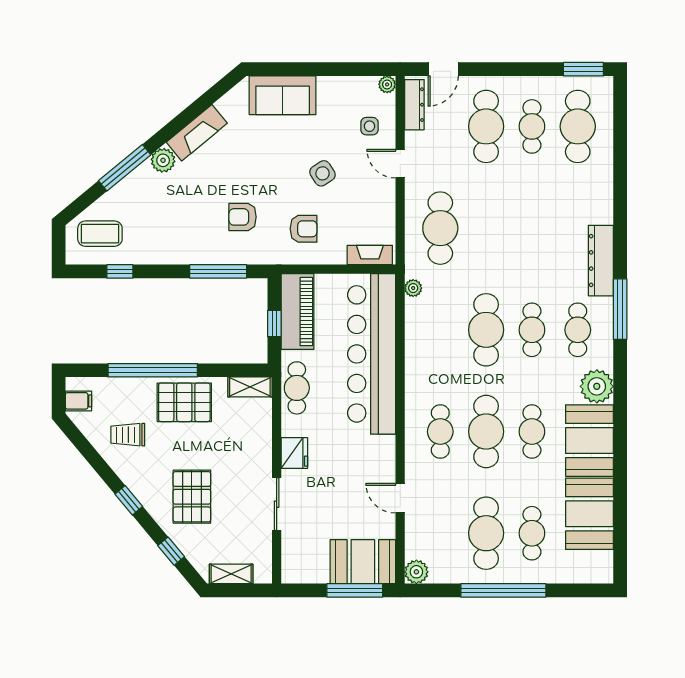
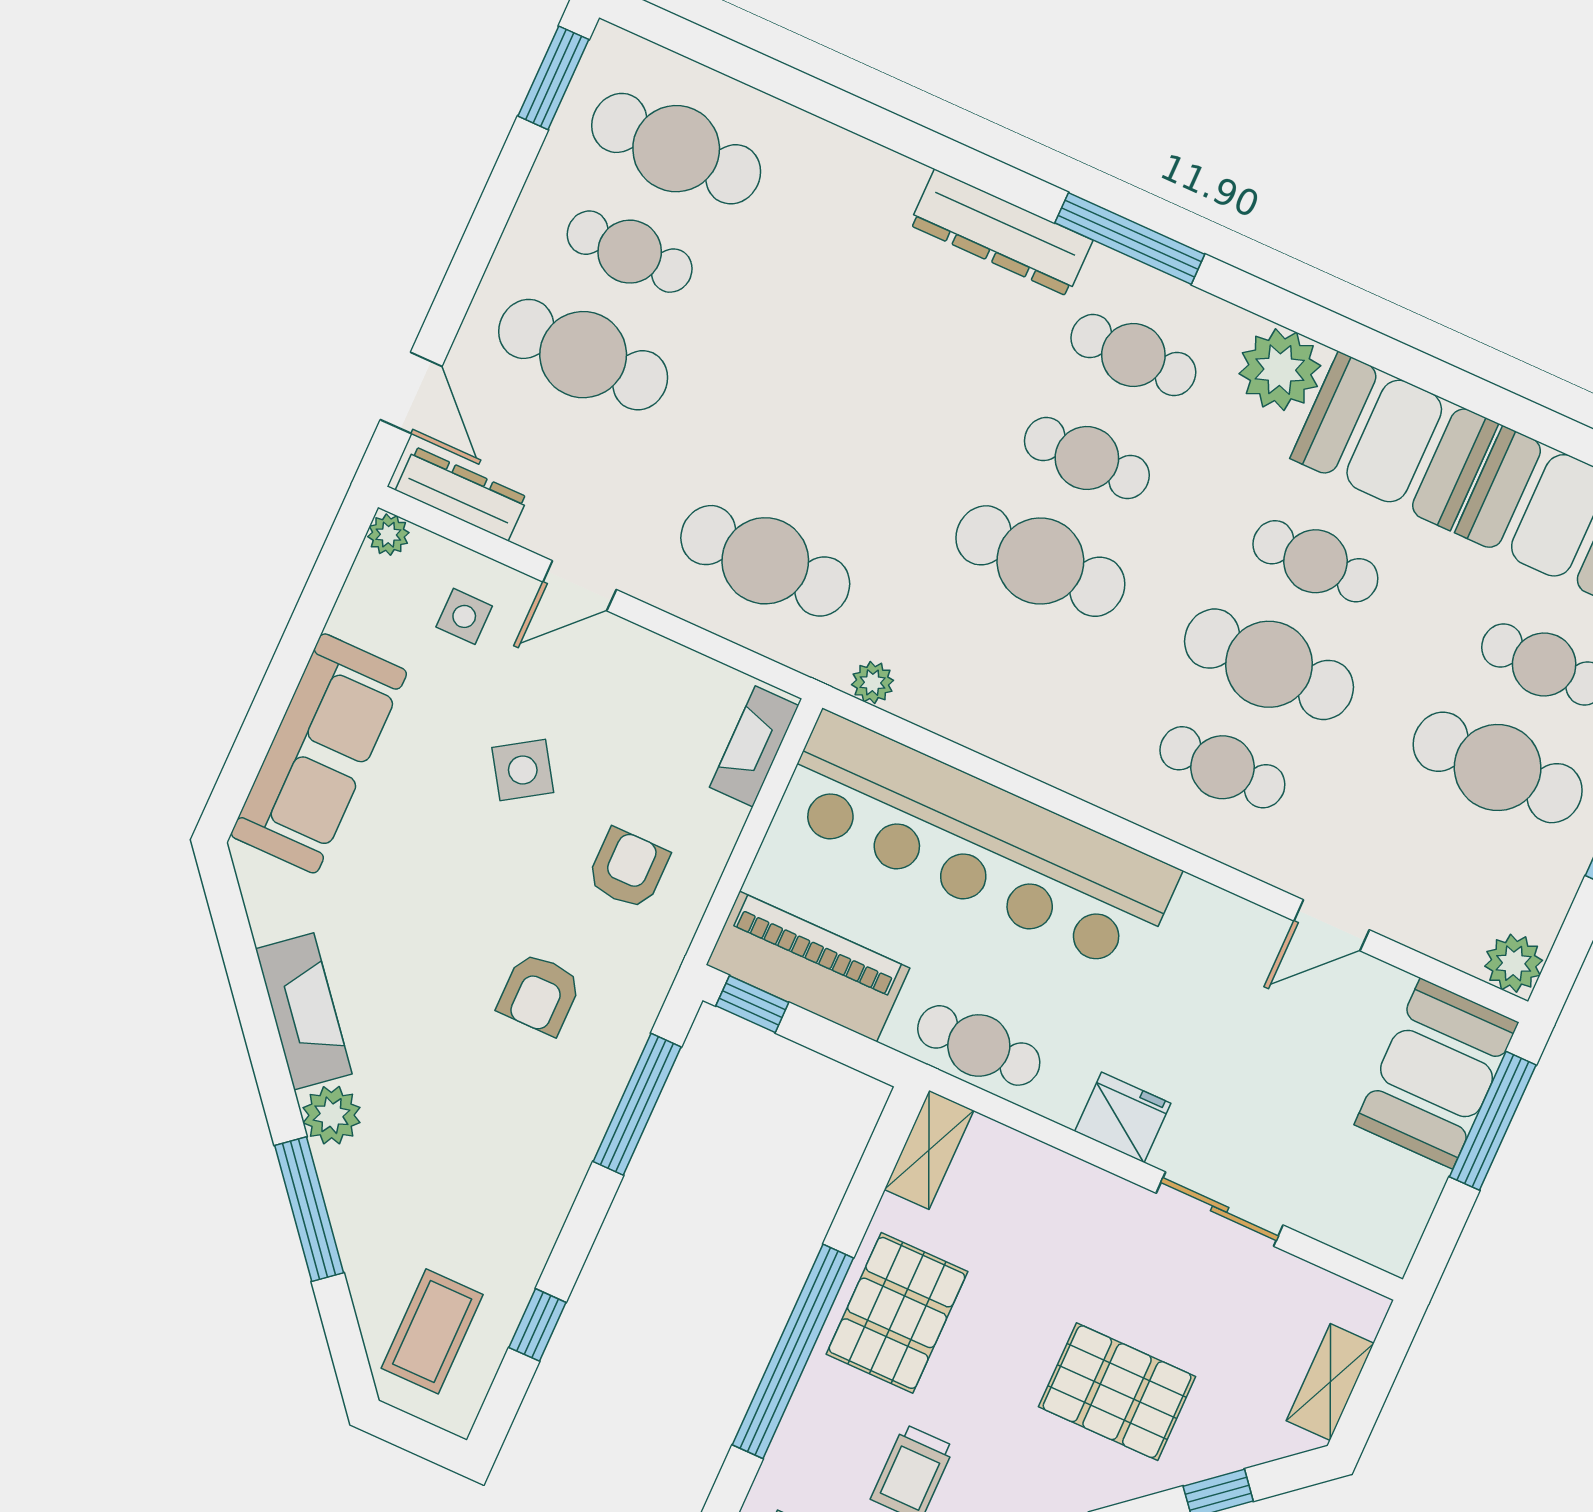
sofa: (283, 95) -> (319, 753), width x1.36
window: (274, 324) -> (752, 1004), moved

